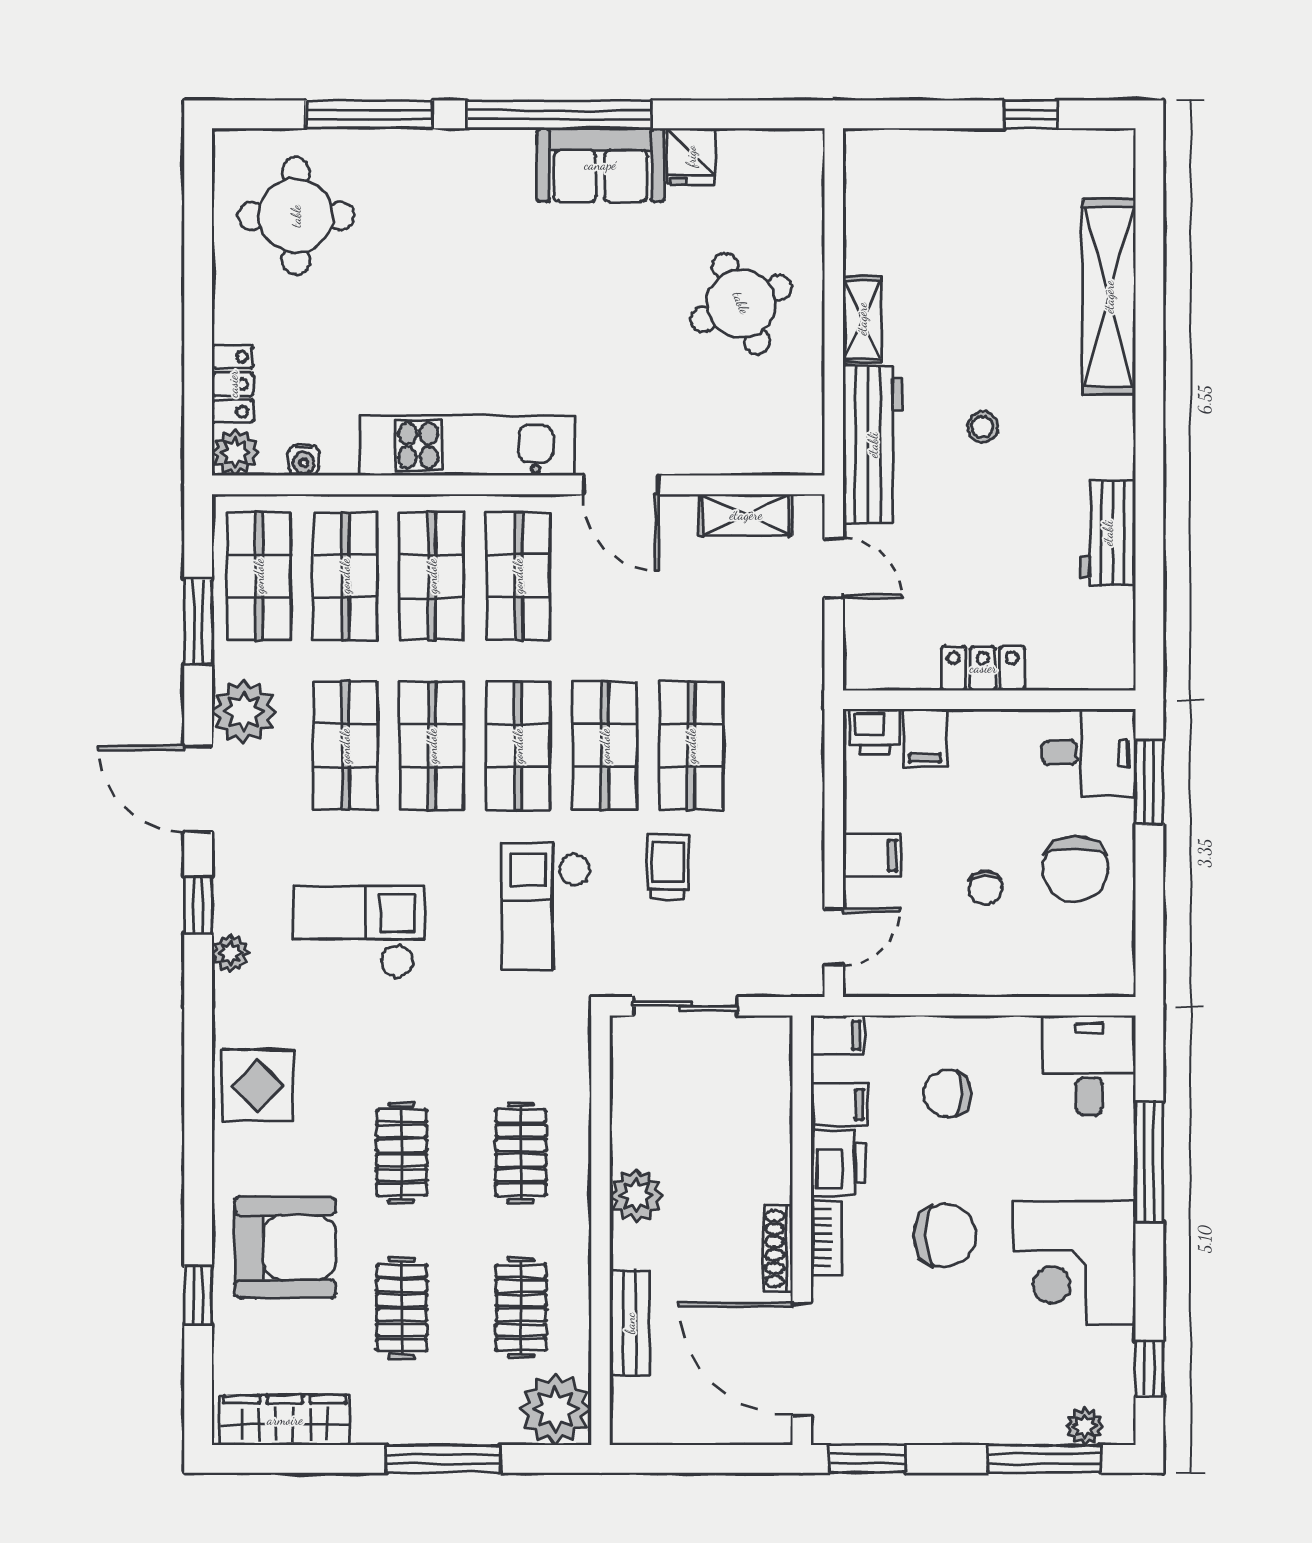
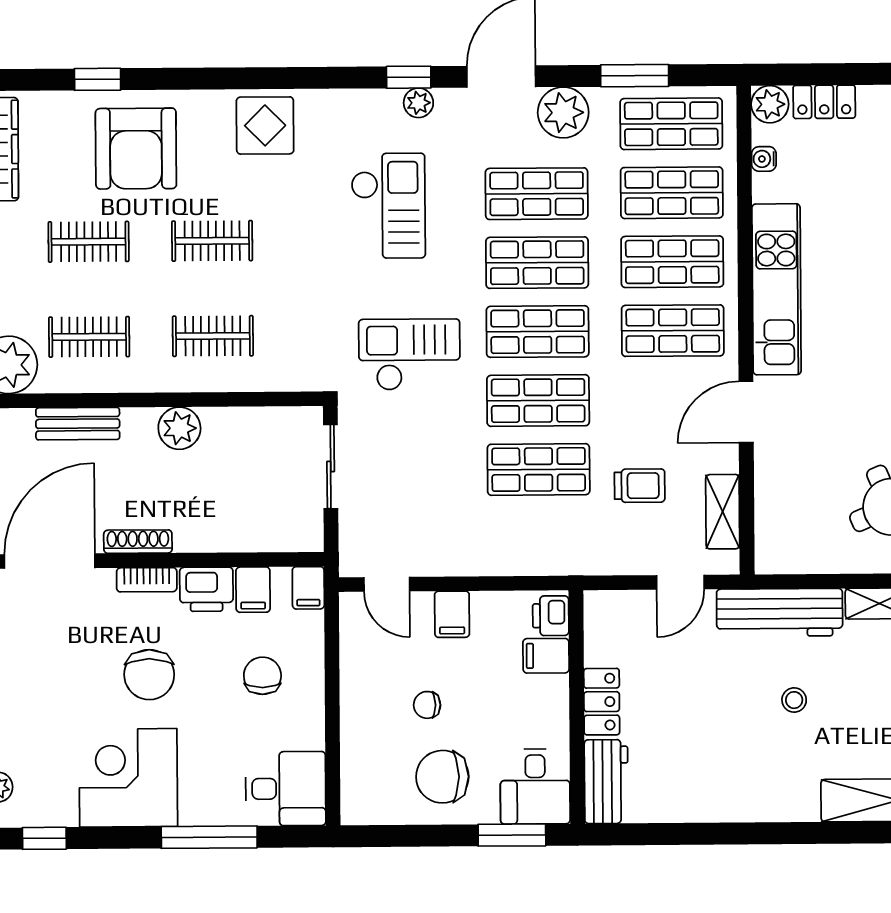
workbench: (1108, 533) -> (606, 782), moved, turned 90
trolley: (668, 867) -> (640, 486), moved
plant: (230, 953) -> (418, 103), moved

